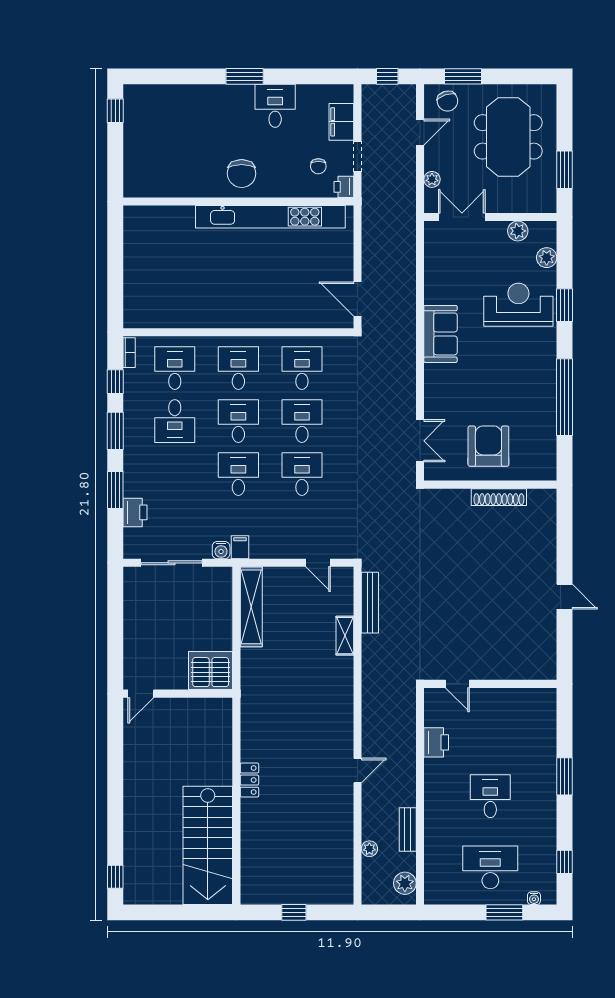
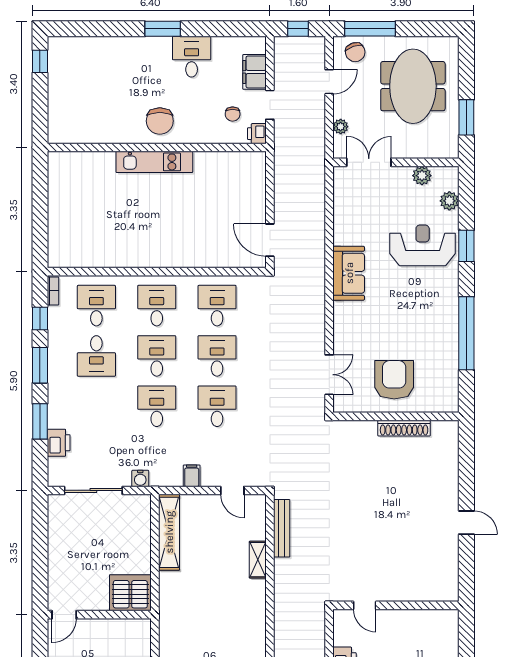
window: (463, 76) -> (370, 29), width x1.44
kitchen unit: (270, 217) -> (154, 162), width x0.54
filing cabinet: (240, 547) -> (192, 476), moved

